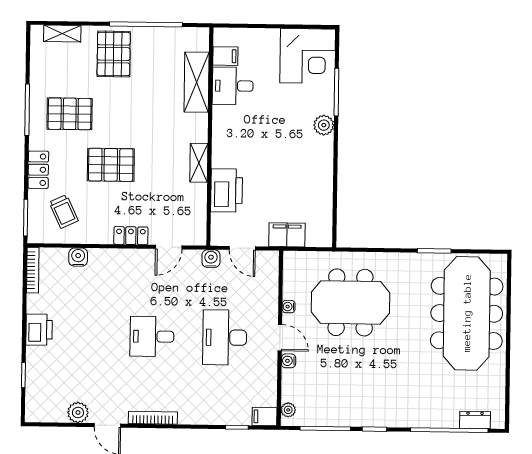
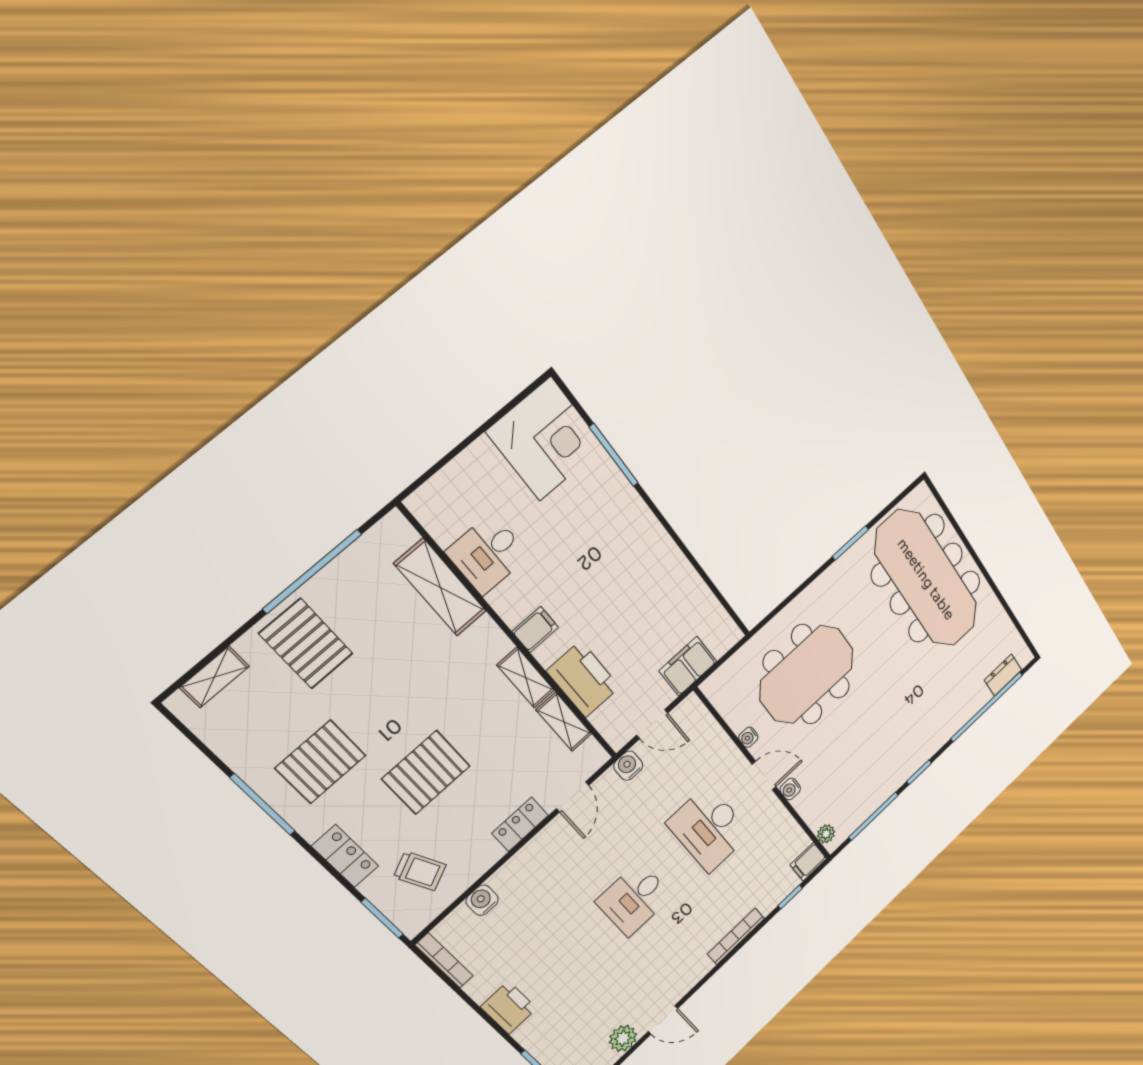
filing cabinet: (225, 56) -> (535, 629), moved
plant: (324, 125) -> (630, 507), removed
shelving: (198, 203) -> (564, 722), added
bookcase: (153, 418) -> (736, 936), moved

